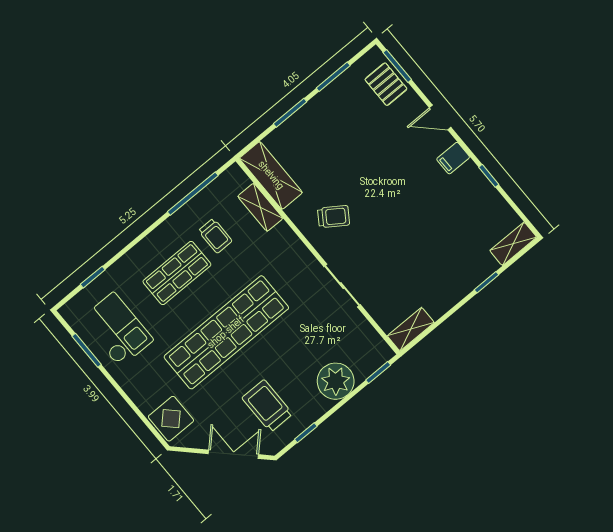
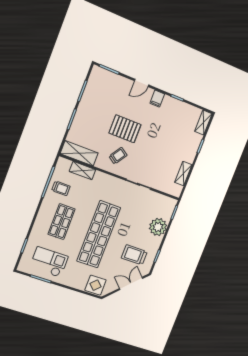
pallet: (386, 84) -> (125, 129), moved, width x1.50, depth x1.42
trolley: (215, 236) -> (61, 188), moved
shelving: (411, 329) -> (183, 174), moved

